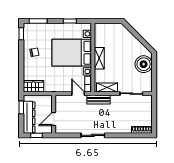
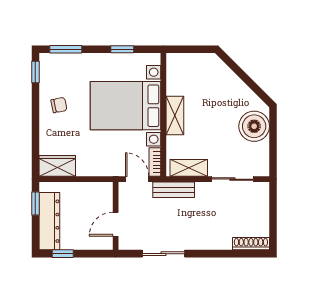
wall: (54, 114) -> (116, 216), moved
door: (54, 119) -> (116, 224), moved

